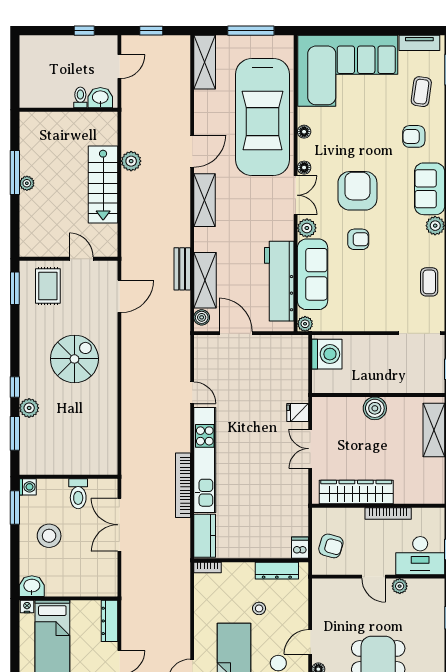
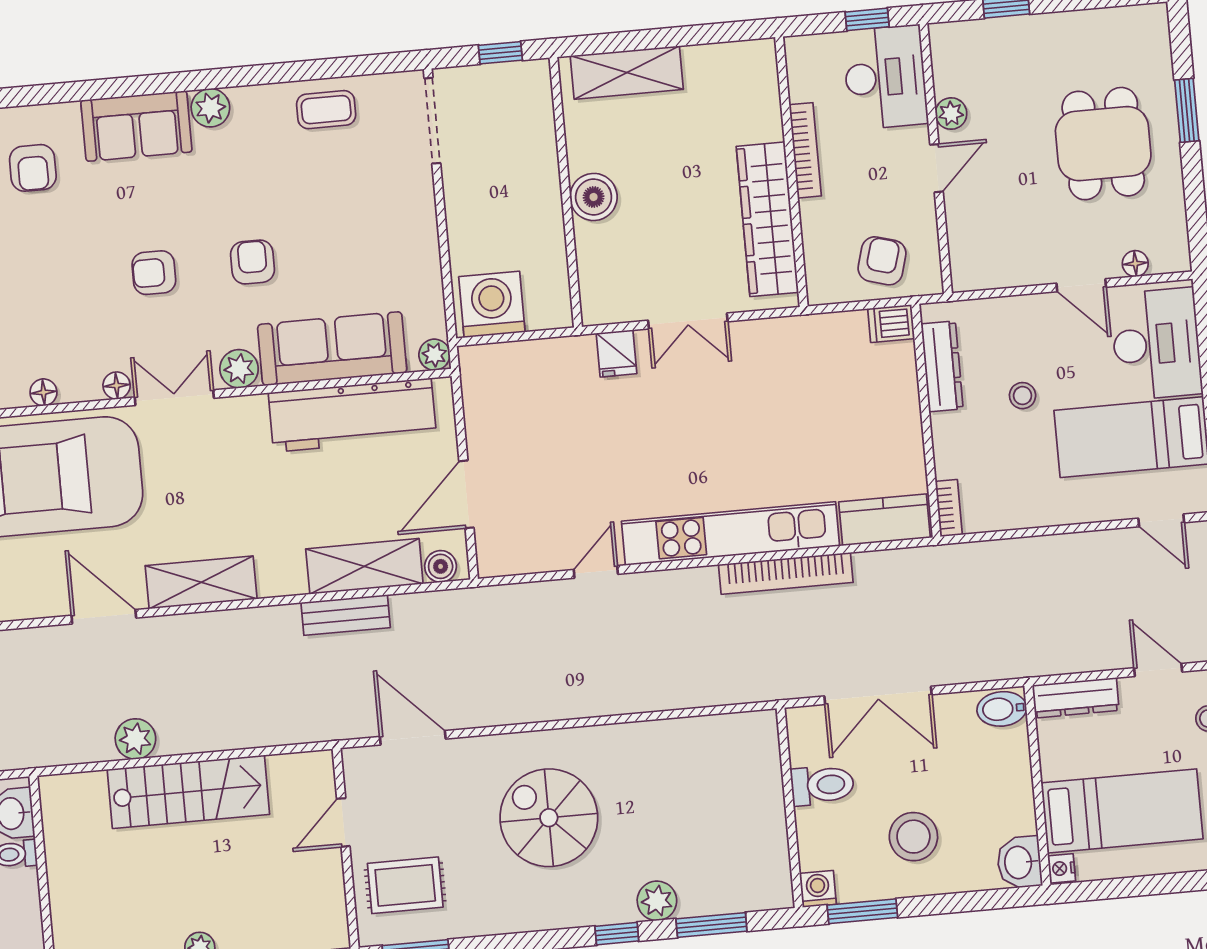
armchair: (357, 191) -> (154, 273), width x0.53, depth x0.53
bidet: (107, 584) -> (1002, 709), added

